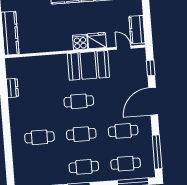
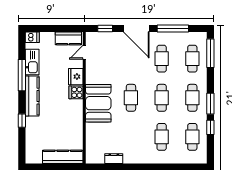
booth: (88, 65) -> (98, 103), moved
window: (157, 152) -> (173, 29), moved
cafe table: (42, 170) -> (192, 137), added

